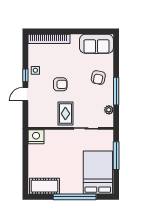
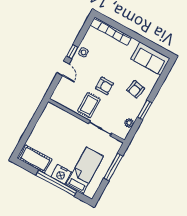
armchair: (60, 84) -> (104, 86), moved
window: (116, 91) -> (145, 110), width x0.69
door: (25, 94) -> (63, 68), swing flipped
nightstand: (36, 137) -> (61, 174), moved, turned 180
bed: (98, 173) -> (85, 171), width x0.67

